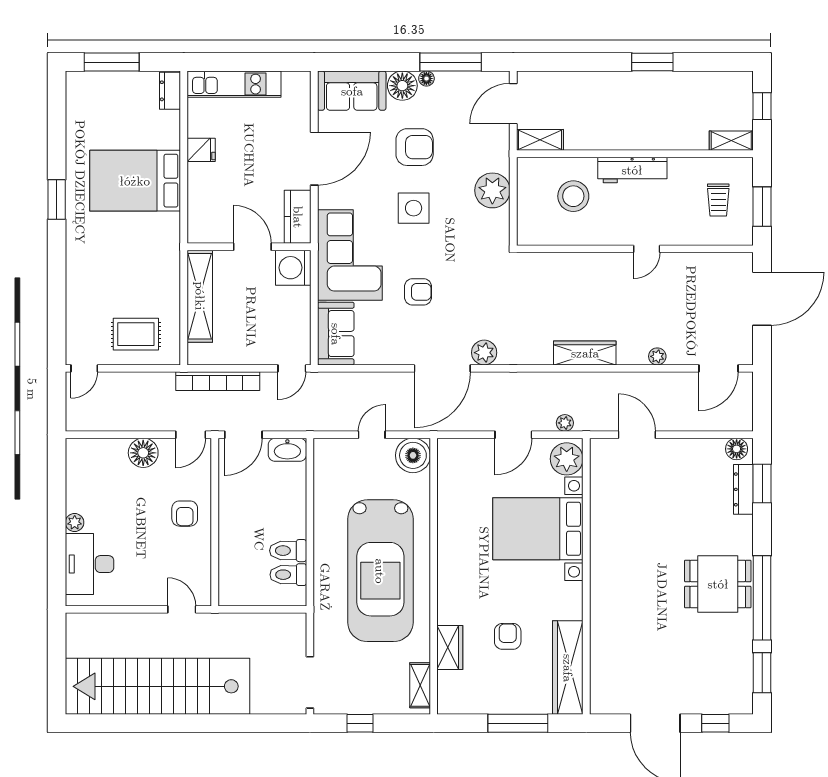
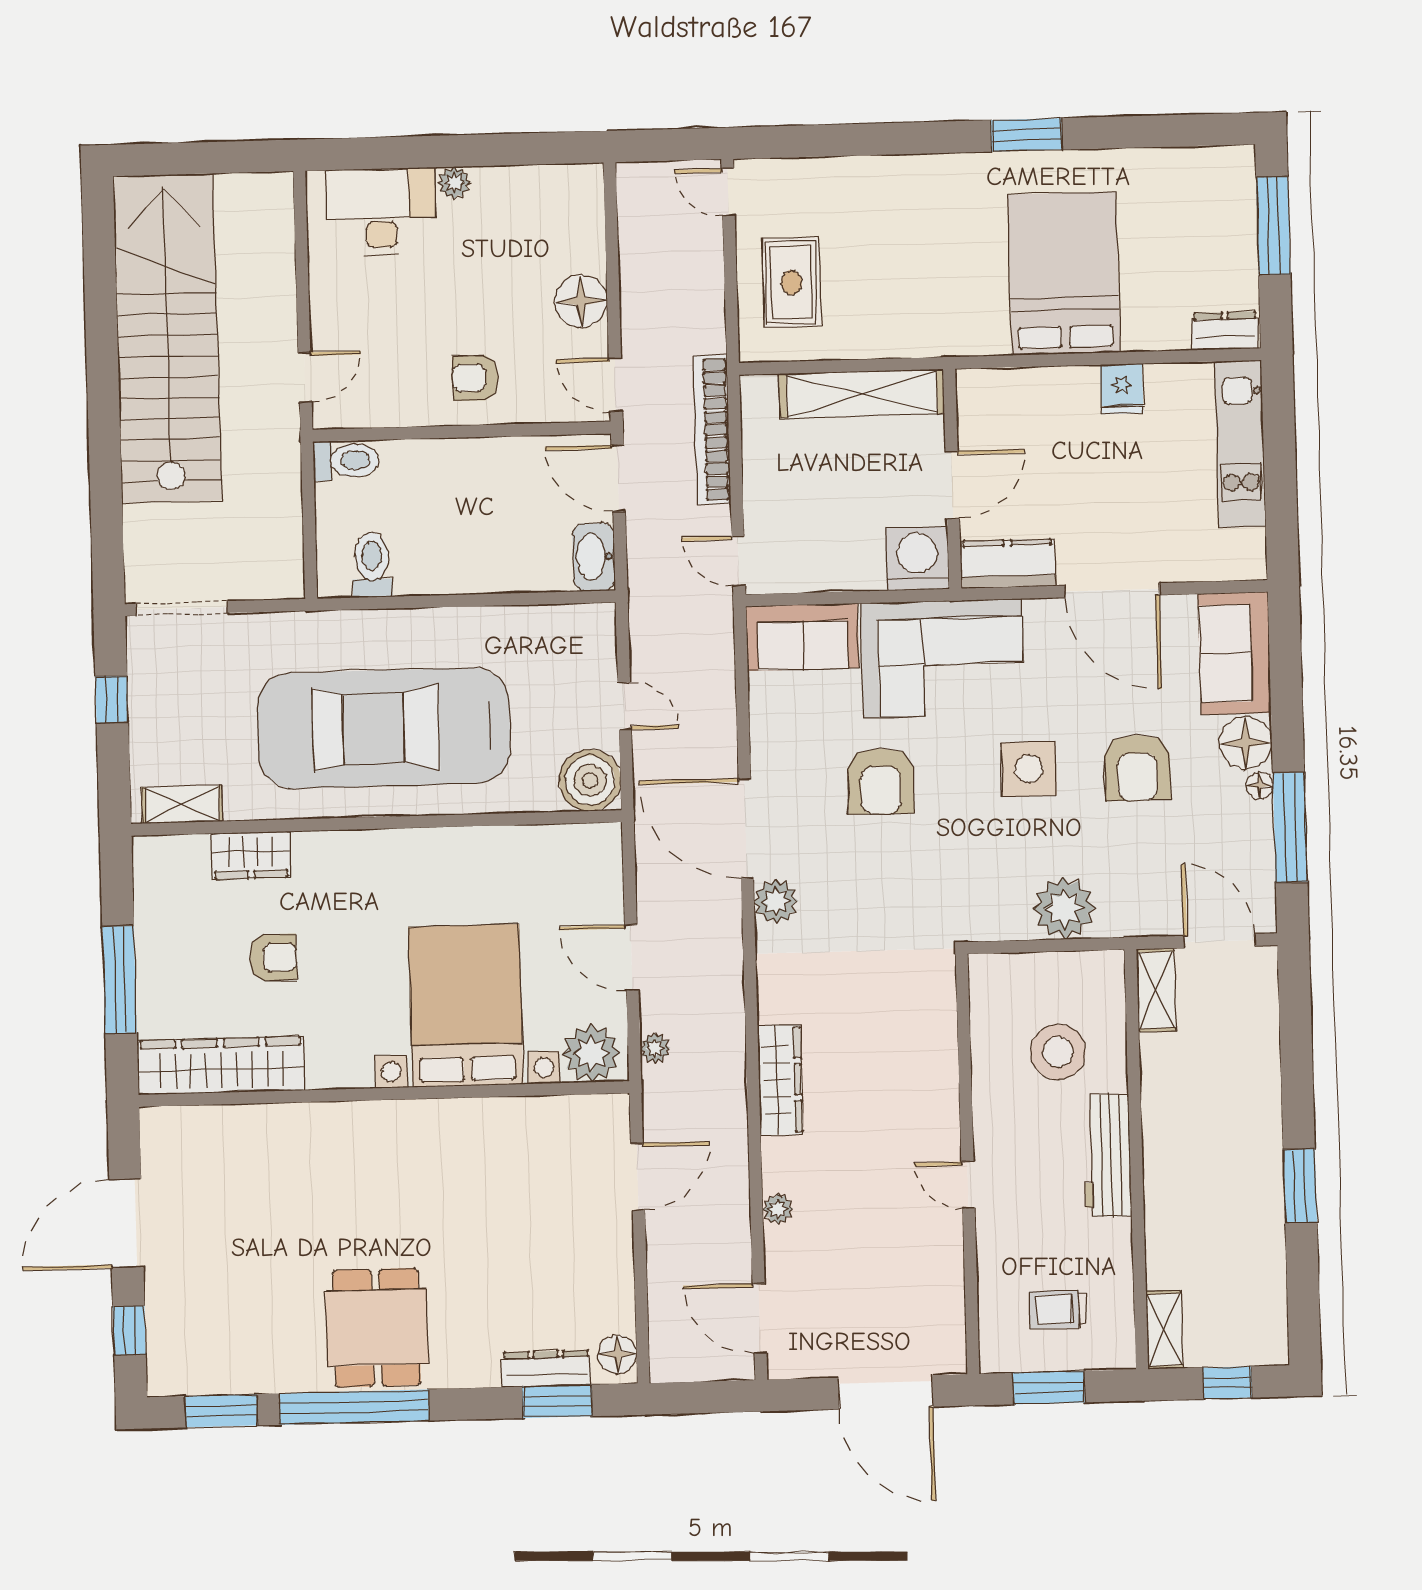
armchair: (418, 292) -> (880, 781), width x1.38, depth x1.38
toilet: (288, 551) -> (346, 461), moved, turned 90

